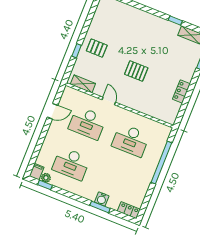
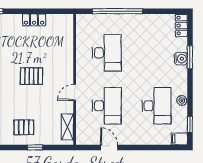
pallet: (97, 48) -> (24, 127), turned 90
pallet: (136, 71) -> (31, 76), turned 90
plant: (46, 178) -> (182, 100), moved

